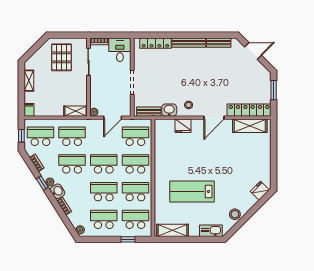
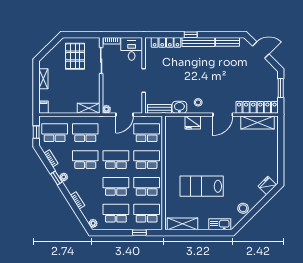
window: (181, 35) -> (191, 35), added
washbasin: (57, 191) -> (71, 186), removed

